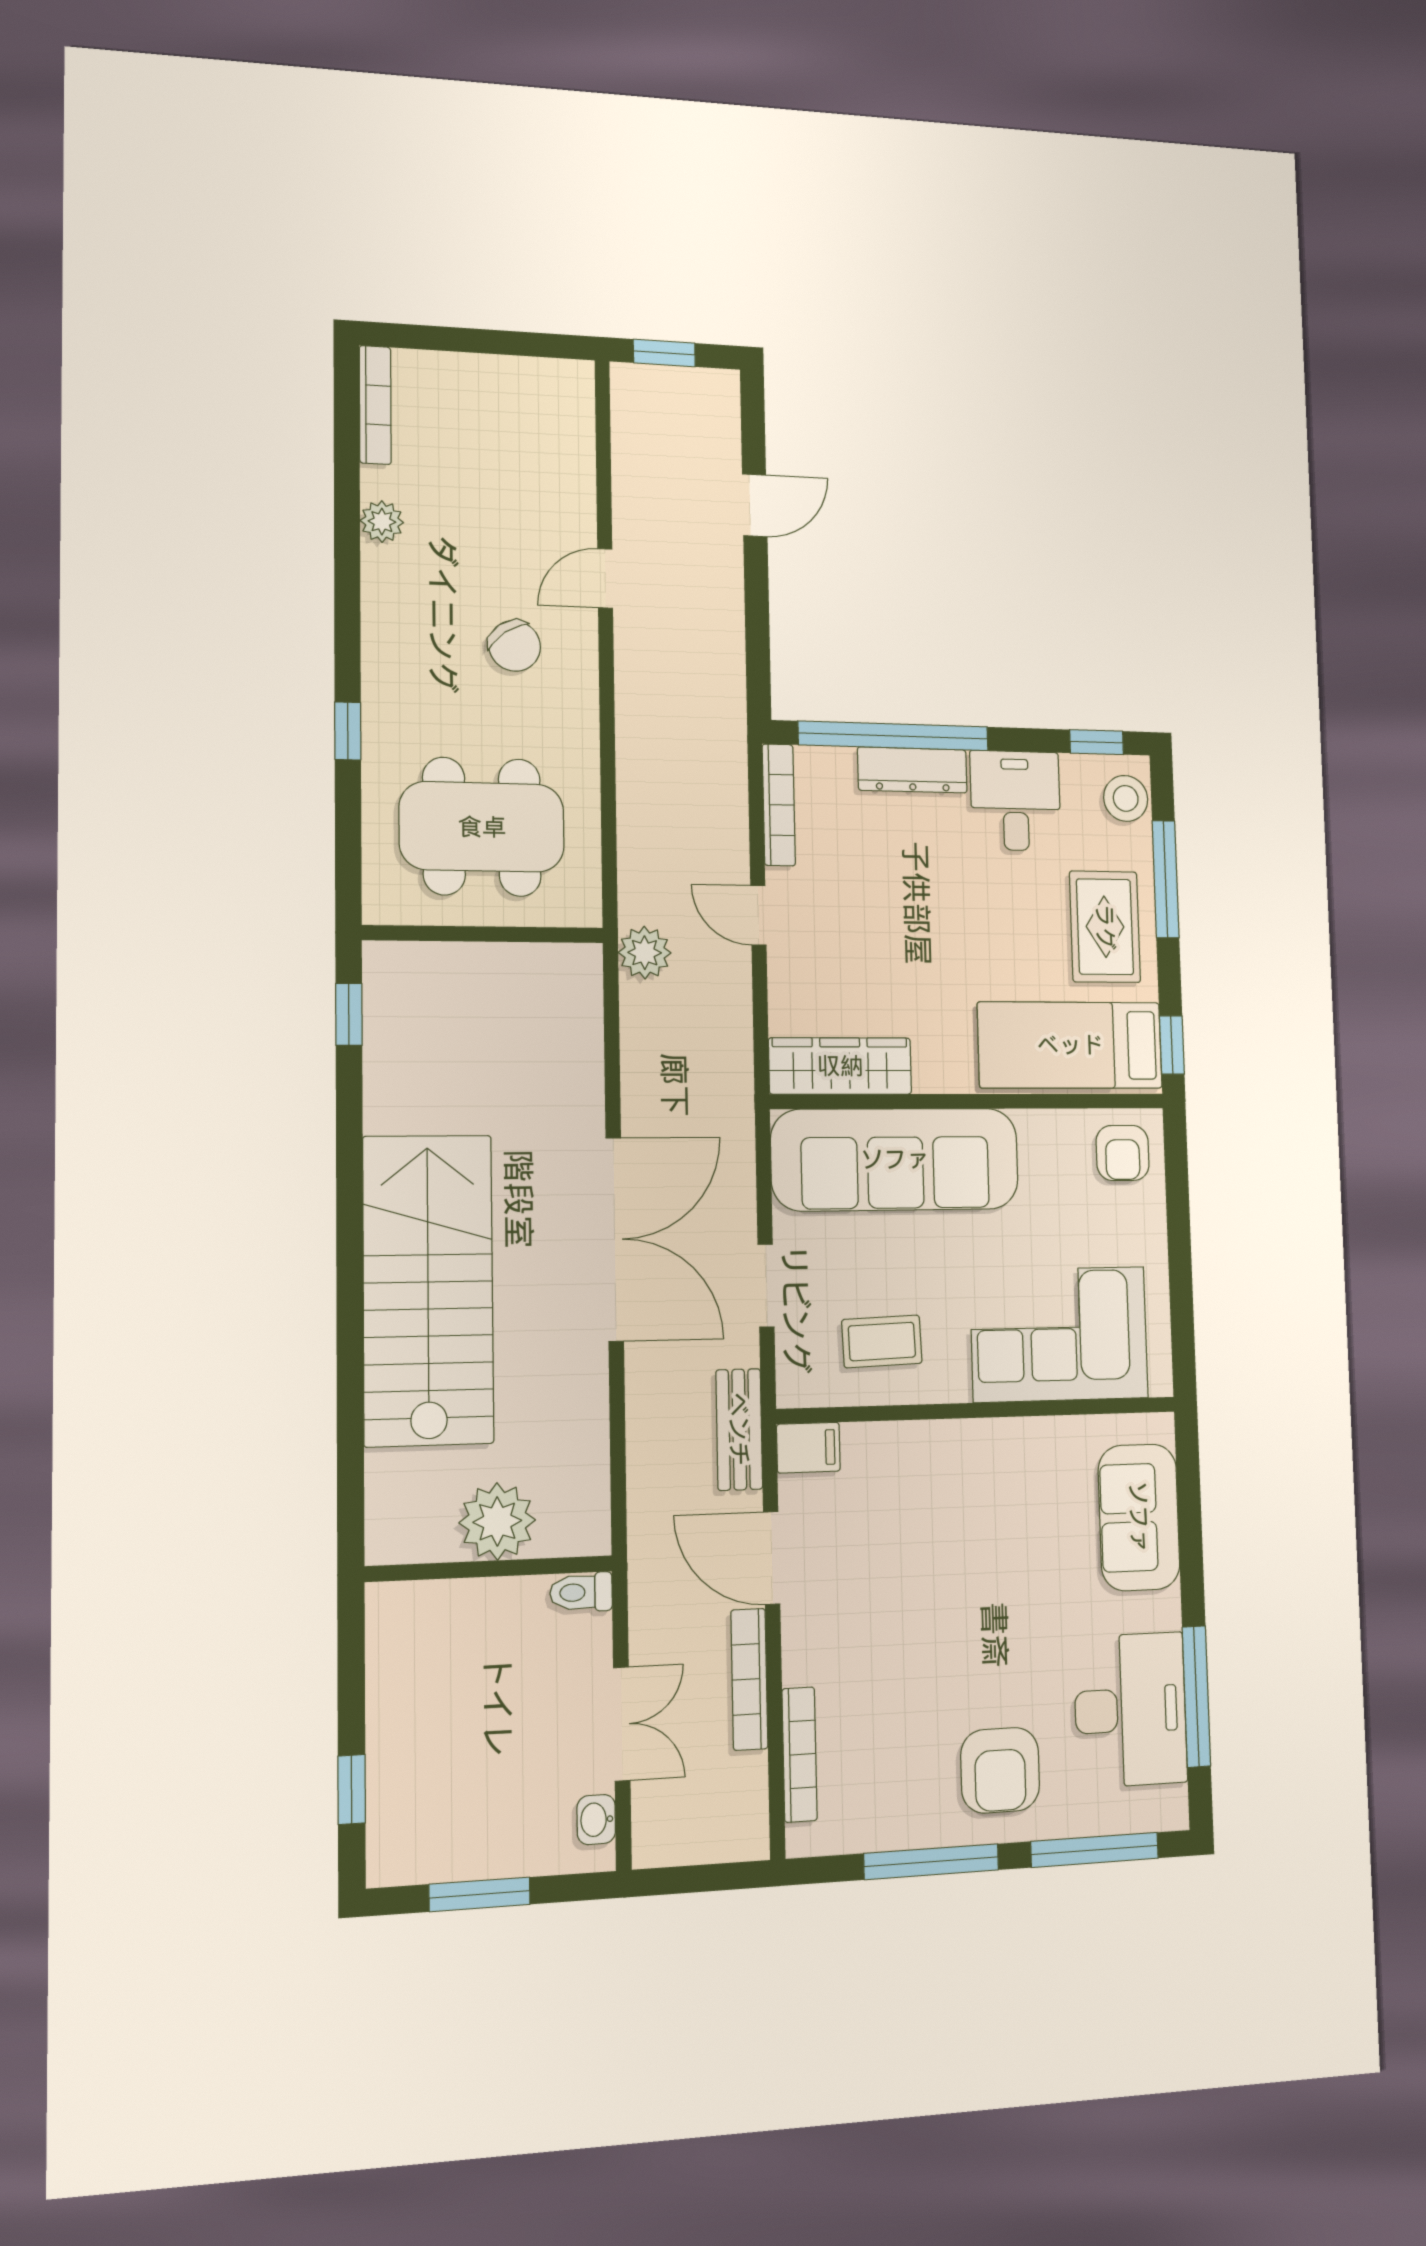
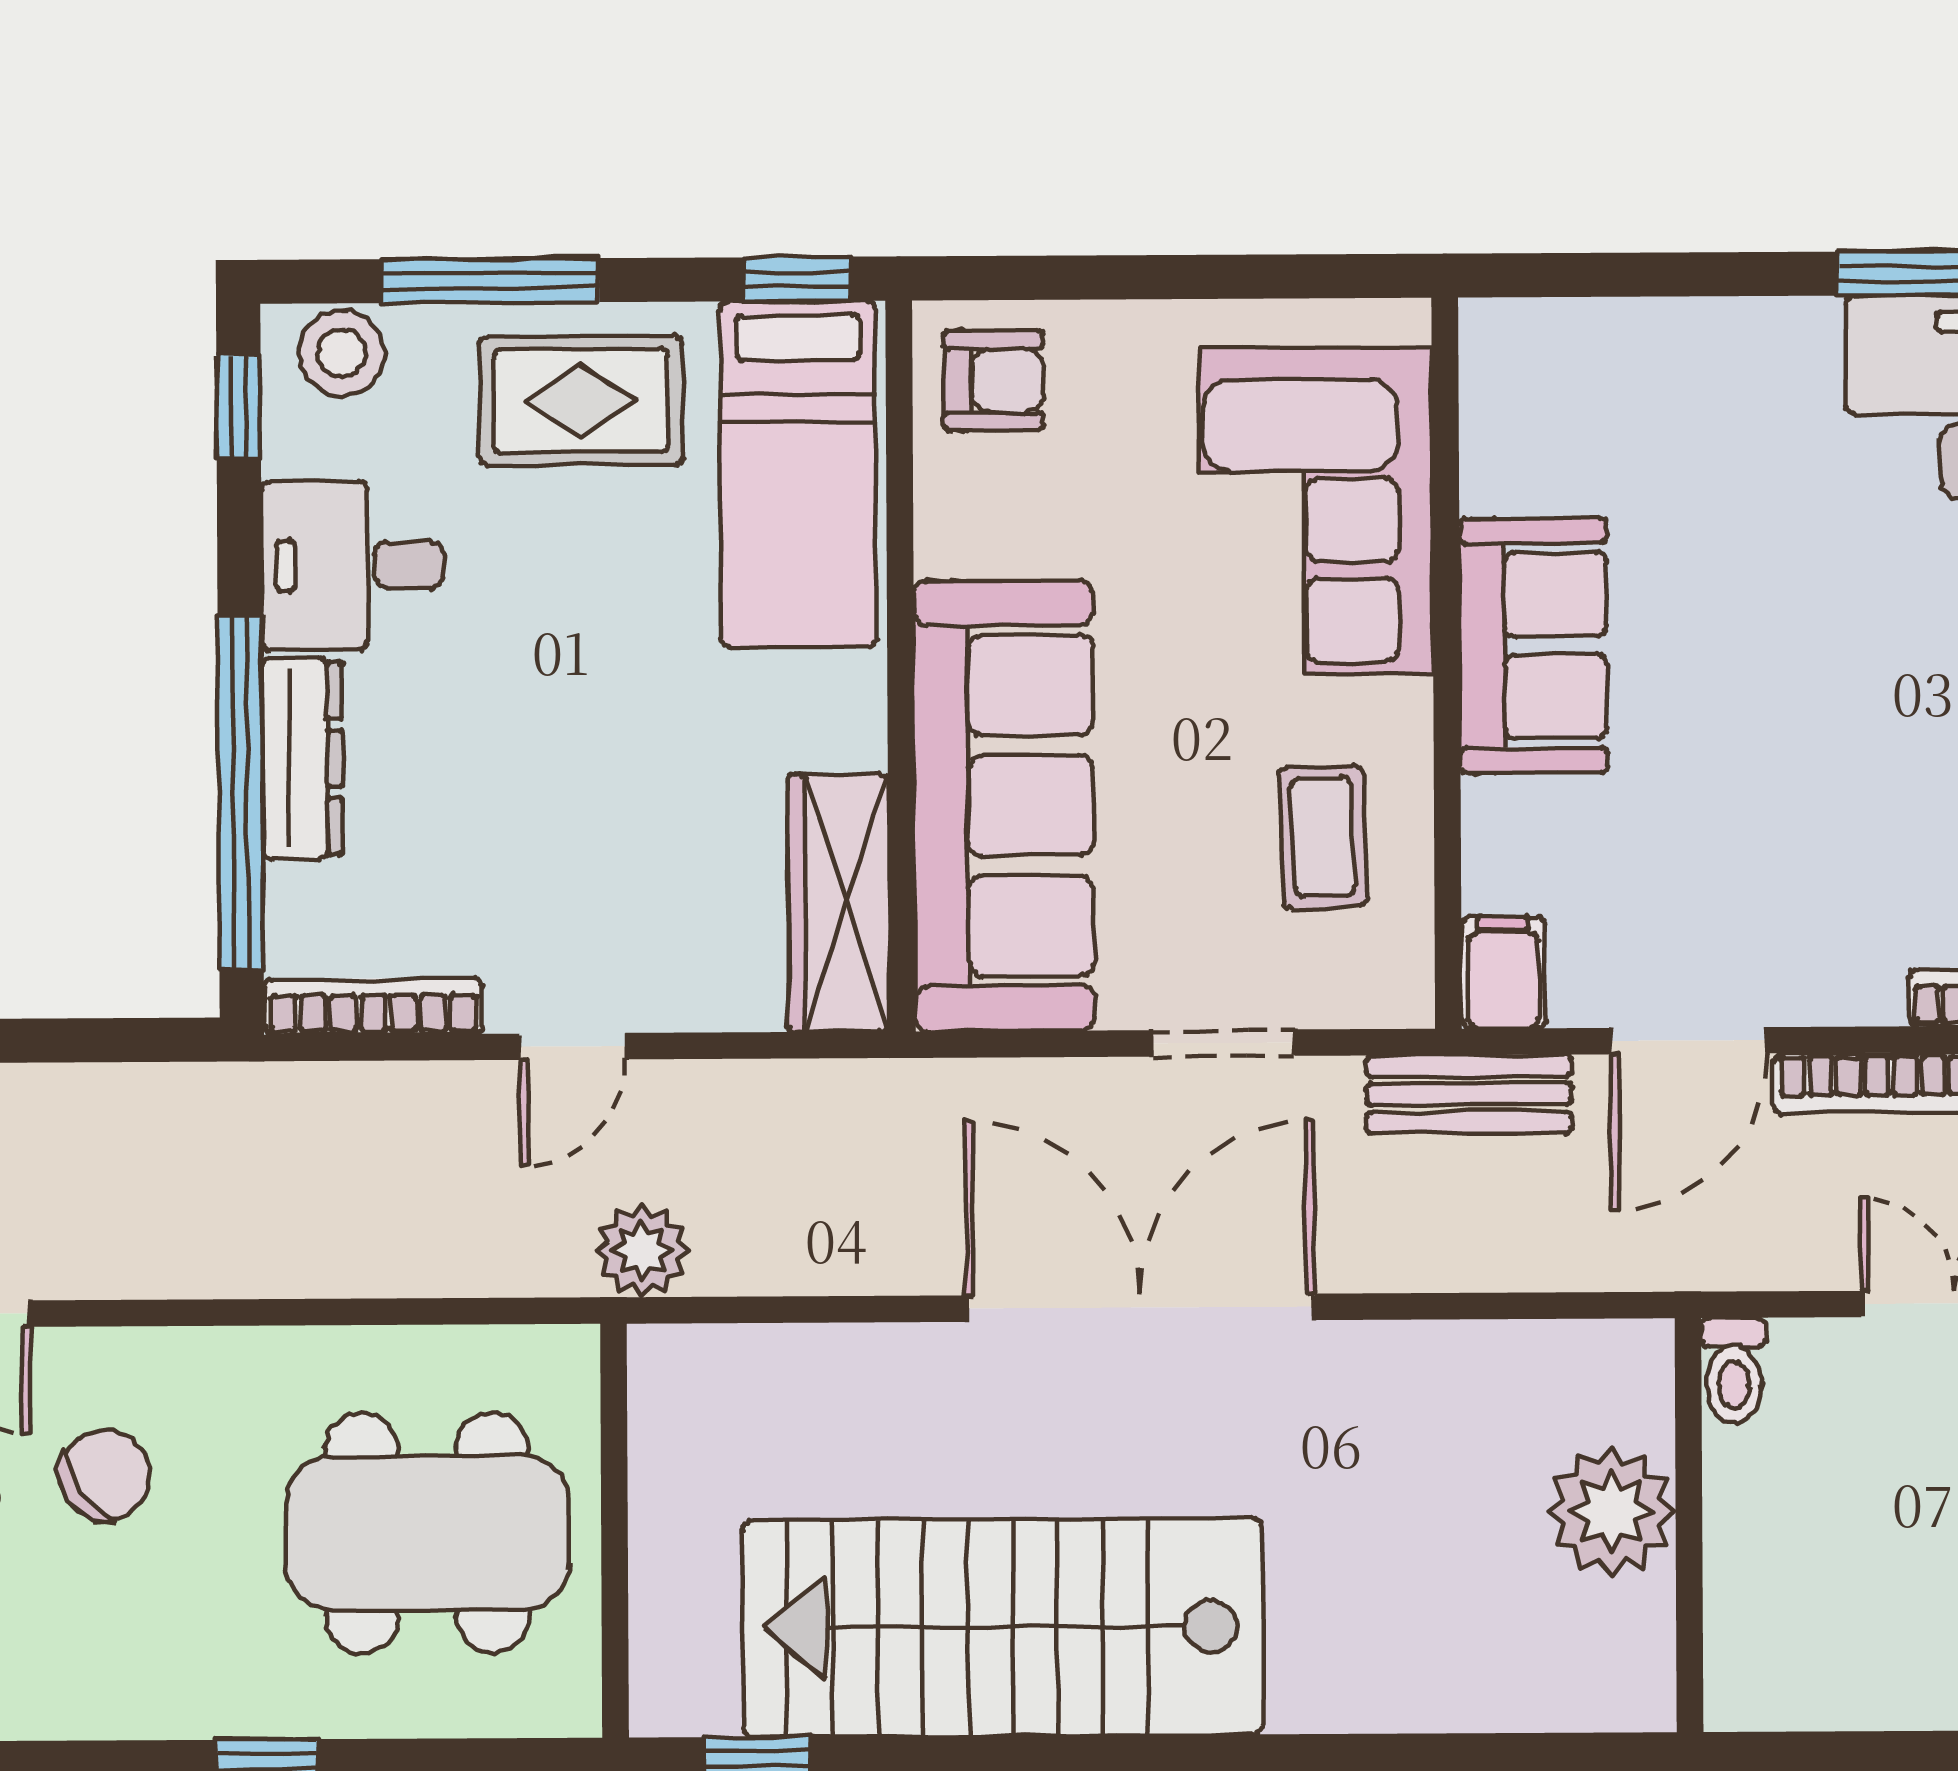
dining table: (482, 827) -> (427, 1533), turned 90
stairs: (428, 1290) -> (1003, 1627), moved
sofa: (1139, 1517) -> (1533, 646), moved, turned -90

